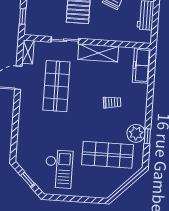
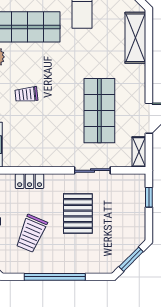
locker: (114, 35) -> (30, 181), added
shelving: (98, 53) -> (135, 38), moved, turned 90

